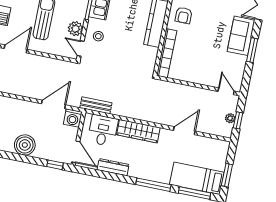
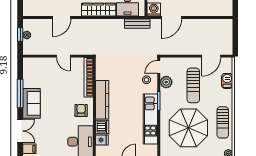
door: (81, 49) -> (159, 67), swing flipped
window: (252, 50) -> (20, 94), width x1.44
door: (226, 91) -> (63, 56), moved

